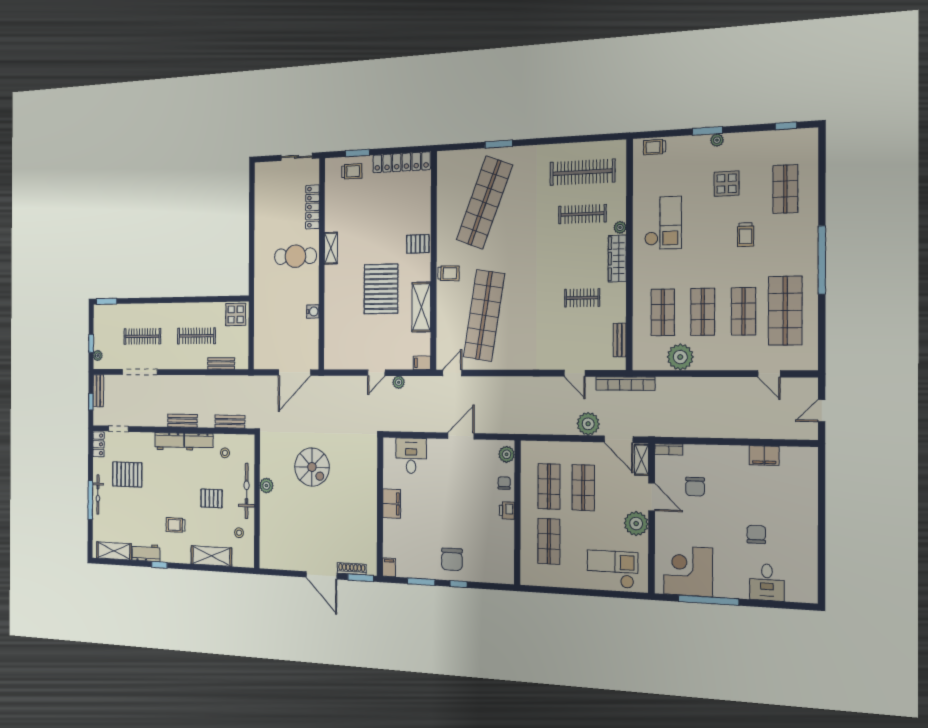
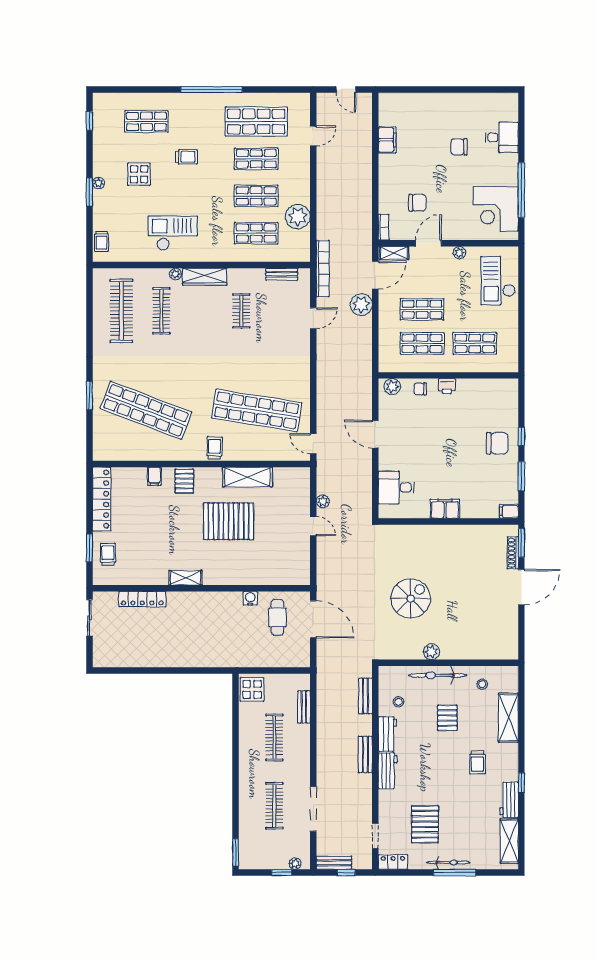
cafe table: (295, 256) -> (278, 617), moved, width x0.73, depth x0.74
filing cabinet: (422, 363) -> (154, 476), moved
plant: (636, 524) -> (459, 253), width x0.53, depth x0.53

